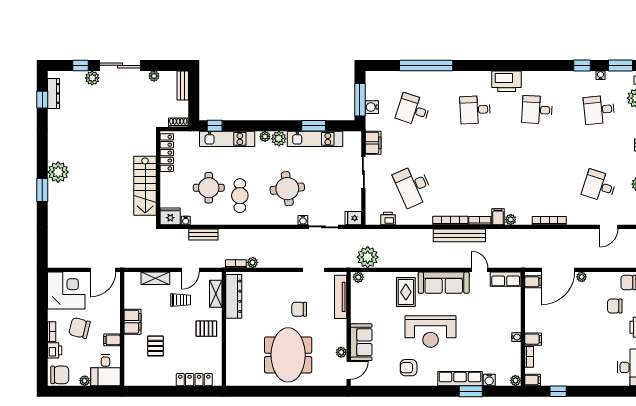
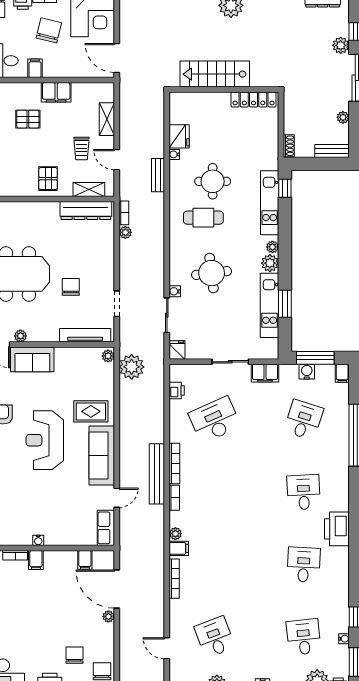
filing cabinet: (373, 77) -> (342, 373), added
locker: (167, 153) -> (254, 99), moved
wall: (158, 178) -> (224, 89), moved
stairs: (145, 186) -> (215, 74), moved
desk: (599, 186) -> (215, 637), turned -39
filing cabinet: (498, 217) -> (179, 548), moved
filing cabinet: (533, 282) -> (85, 560), moved

